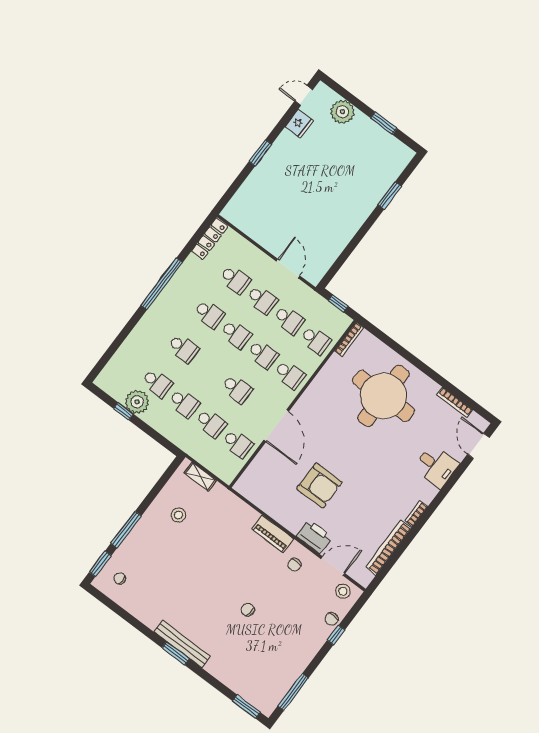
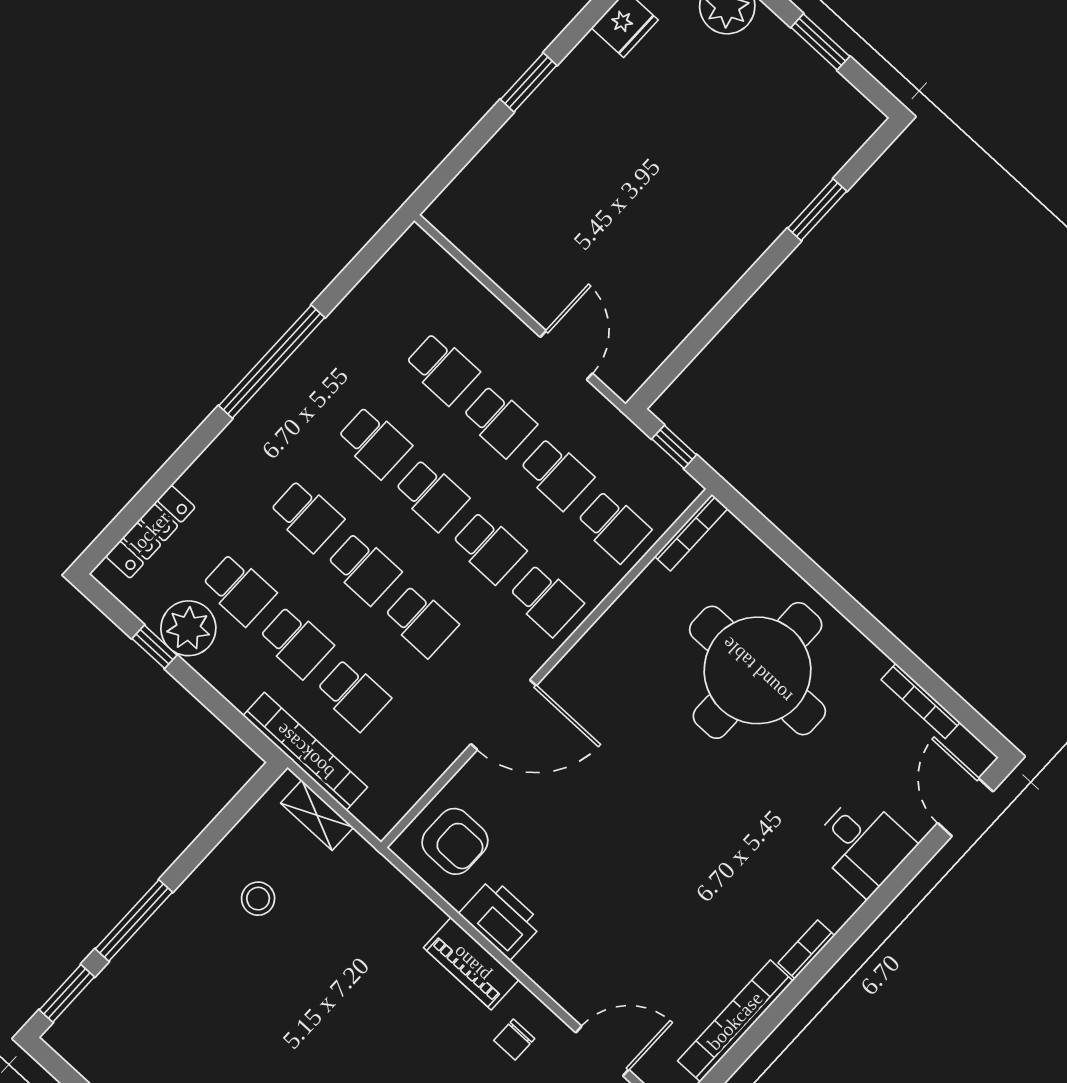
locker: (210, 239) -> (150, 532), moved
door: (276, 426) -> (504, 715), hinge flipped
school desk: (238, 444) -> (364, 568), moved
bookcase: (193, 450) -> (305, 751), added
armchair: (319, 486) -> (455, 841), moved, width x0.73, depth x0.73
printer: (314, 537) -> (501, 919), moved
chair: (120, 578) -> (108, 1032), removed

